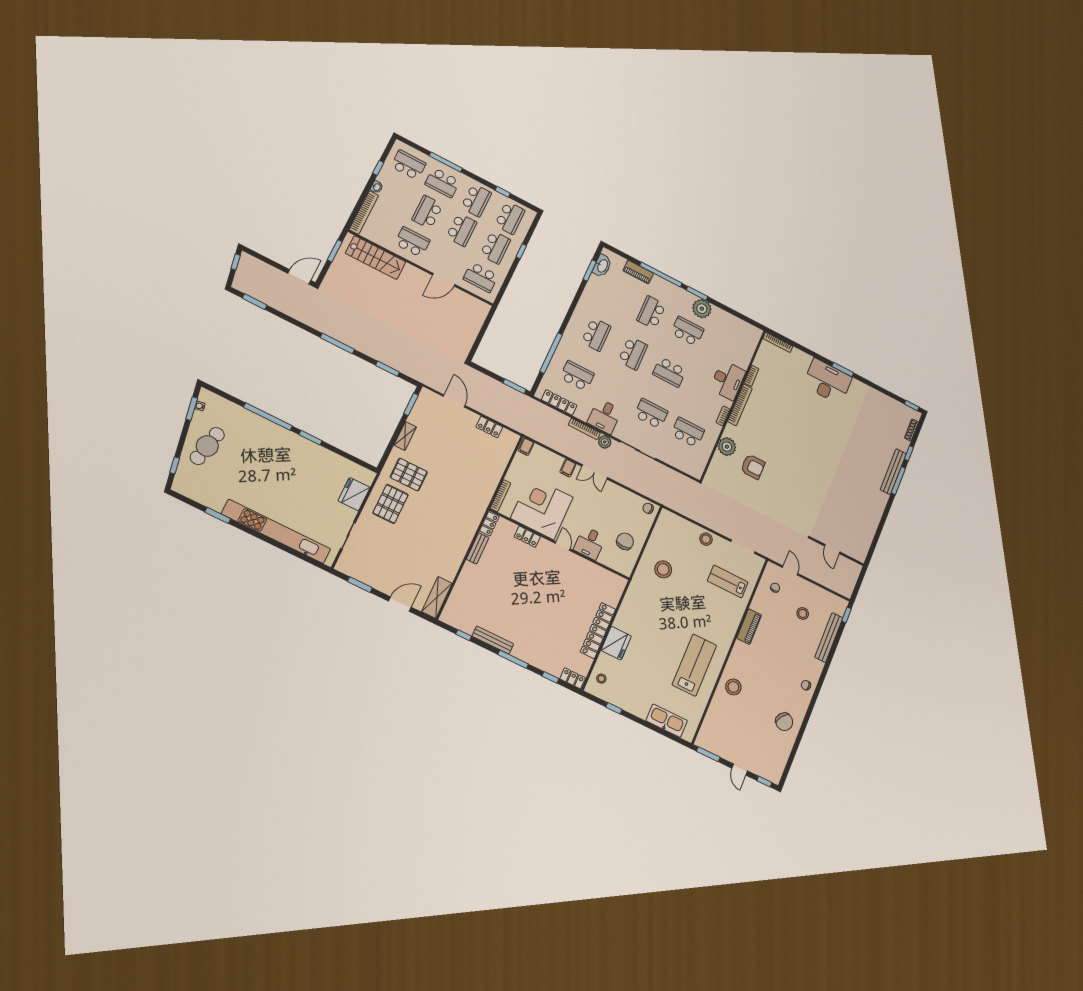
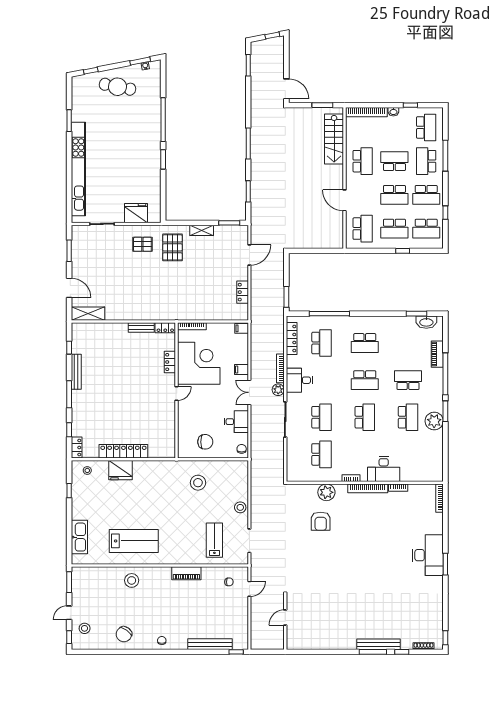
school desk: (481, 277) -> (363, 229), turned 180
school desk: (669, 372) -> (365, 417), turned 180
pallet: (391, 504) -> (142, 244), width x0.67, depth x0.71
desk: (590, 543) -> (236, 422), moved, turned 180
stool: (803, 613) -> (85, 628), moved

